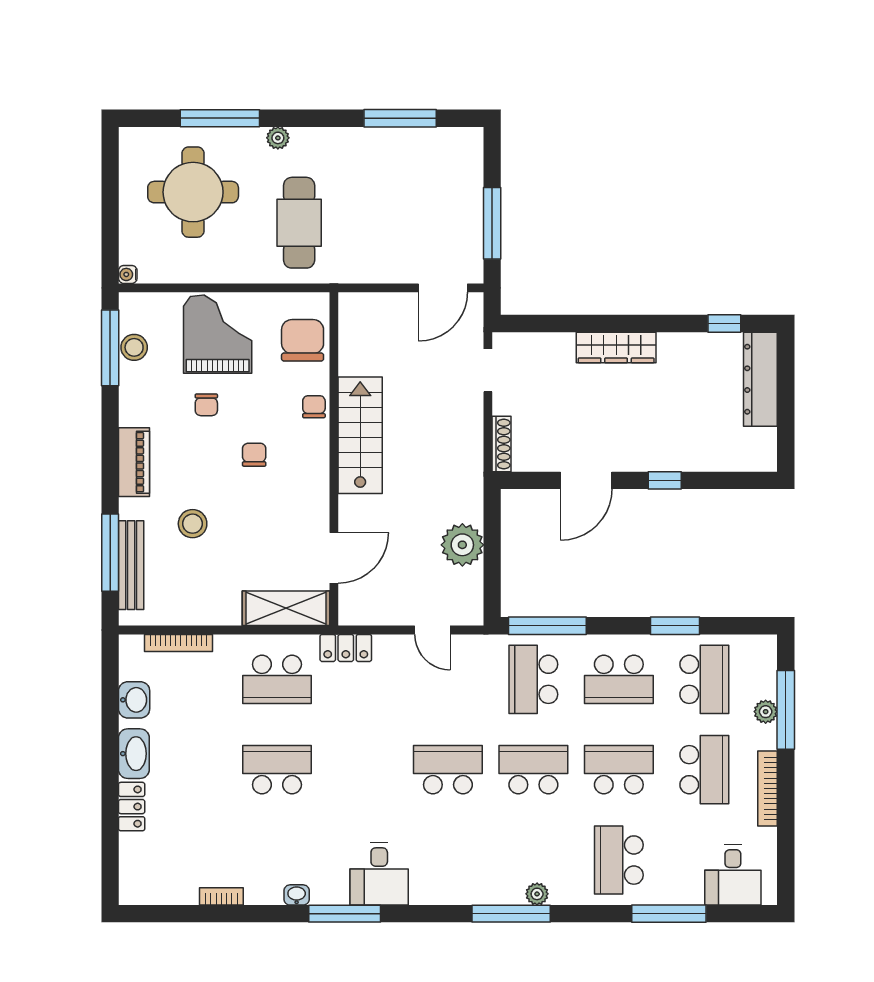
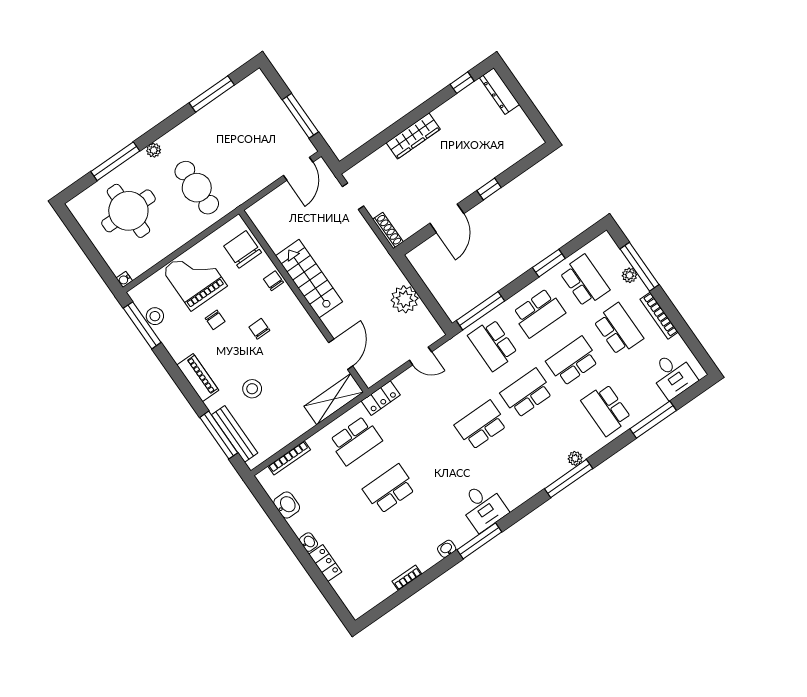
dresser: (760, 379) -> (499, 91), width x0.73, depth x0.80
washbasin: (134, 754) -> (309, 542), width x0.52, depth x0.69

